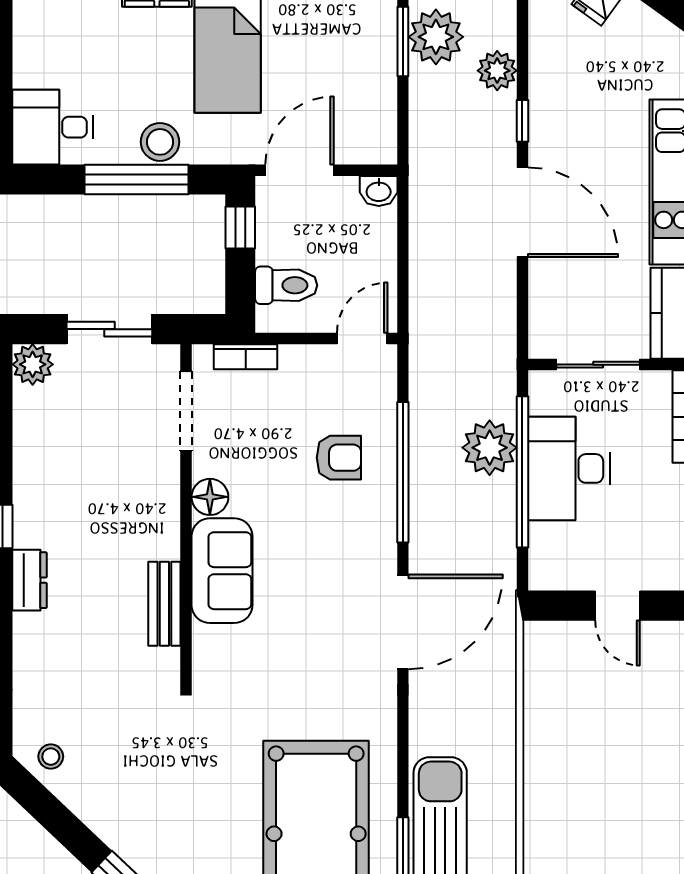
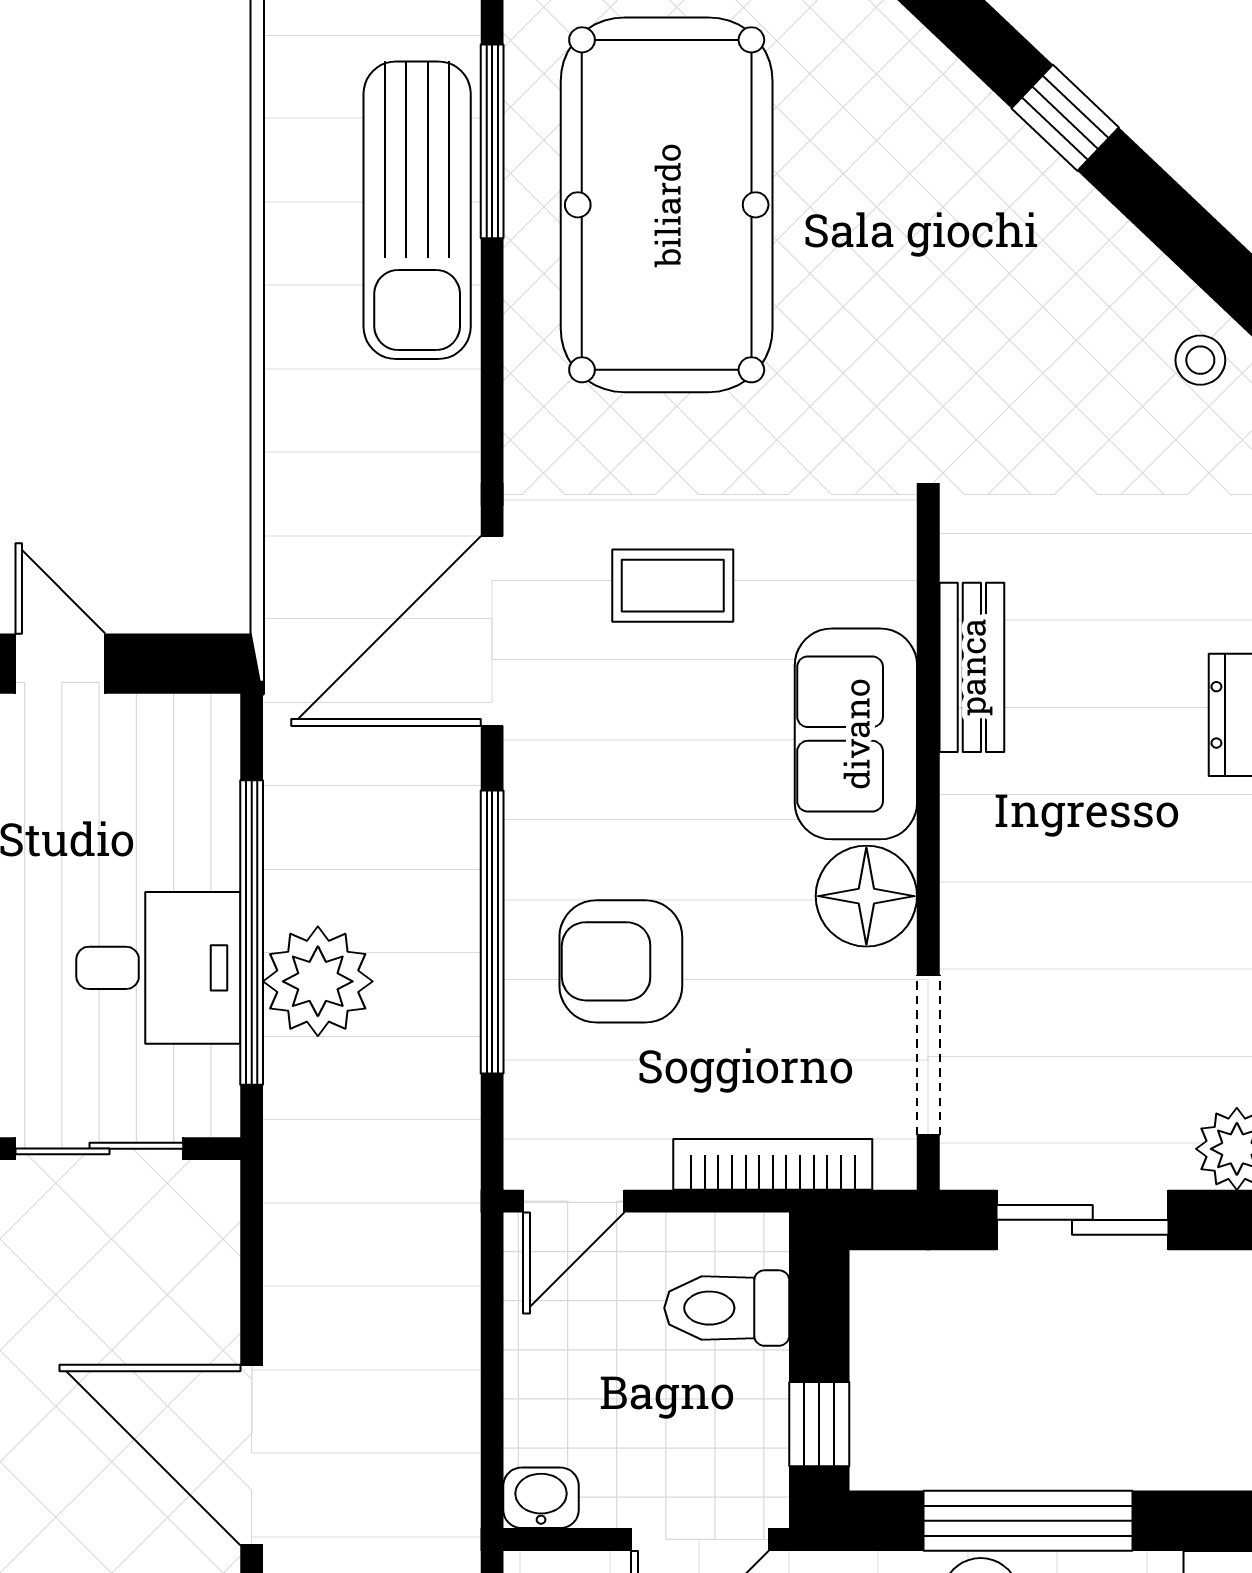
bookcase: (246, 357) -> (773, 1164), width x1.56
armchair: (339, 458) -> (621, 961), width x1.38, depth x1.38
desk: (569, 468) -> (158, 968), width x0.73
floor lamp: (210, 497) -> (866, 896), width x1.38, depth x1.38
coffee table: (313, 644) -> (673, 586), added

